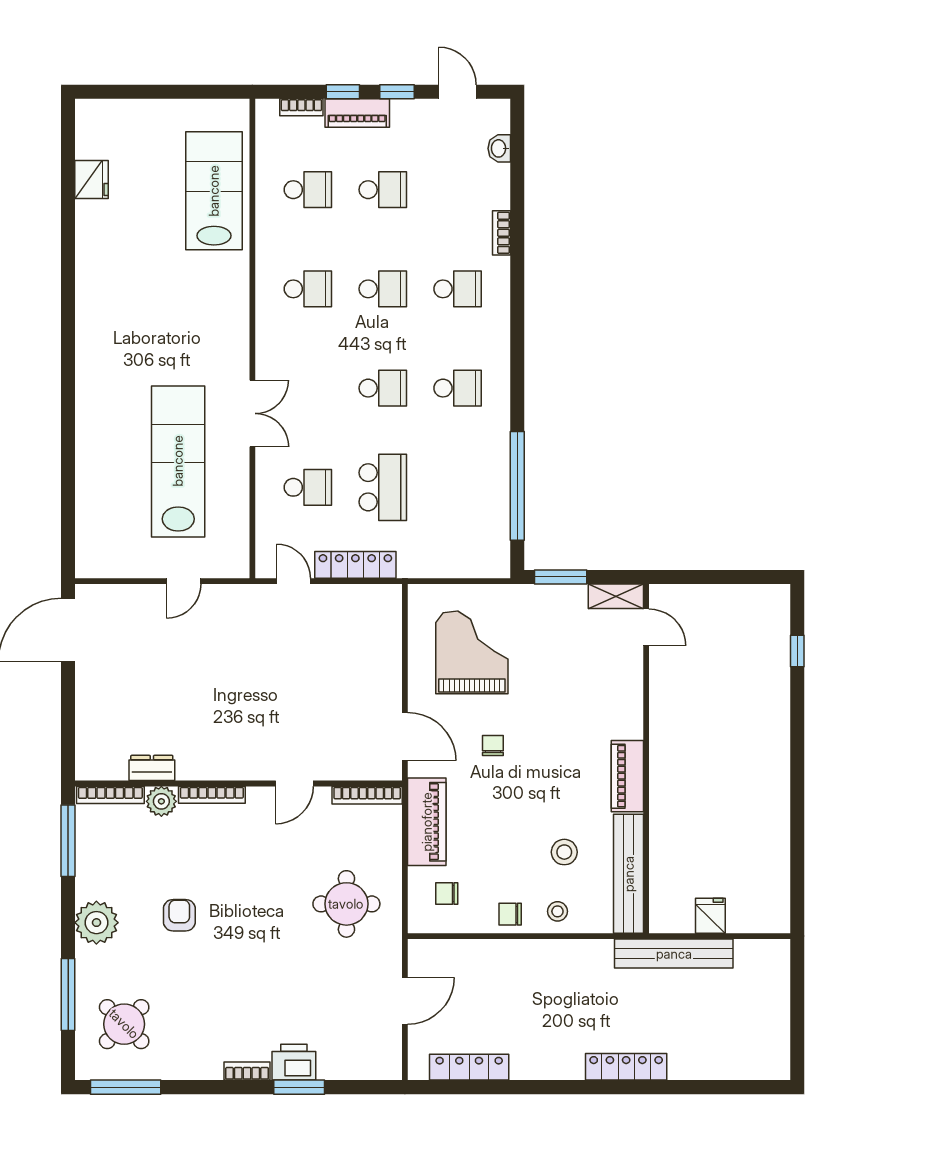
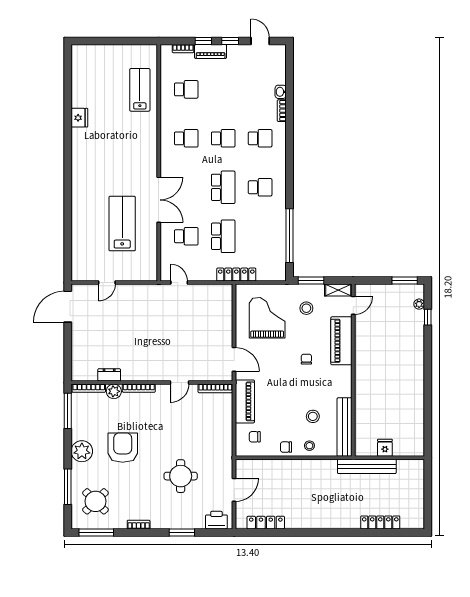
washbasin: (499, 148) -> (281, 92), moved
fridge: (92, 180) -> (79, 118), moved
school desk: (383, 190) -> (223, 89), removed
lab bench: (214, 191) -> (140, 90), width x0.73, depth x0.72
school desk: (383, 388) -> (223, 187), width x1.85
double door: (252, 413) -> (159, 200), width x1.37
lab bench: (178, 461) -> (122, 224), width x0.73
locker: (355, 565) -> (236, 275), moved
window: (750, 577) -> (405, 281), added
door: (184, 581) -> (107, 283), moved
plant: (780, 625) -> (419, 304), added
door: (646, 627) -> (353, 305), hinge flipped
stool: (551, 633) -> (306, 308), added
chair: (493, 745) -> (306, 359), moved
piano: (627, 776) -> (341, 341), moved, width x1.37, depth x1.33
round table: (346, 904) -> (181, 476), moved
armchair: (179, 915) -> (123, 448), width x1.88, depth x1.88
printer: (294, 1062) -> (216, 520), moved
locker: (626, 1067) -> (380, 522), moved
bookcase: (247, 1071) -> (139, 525), moved

